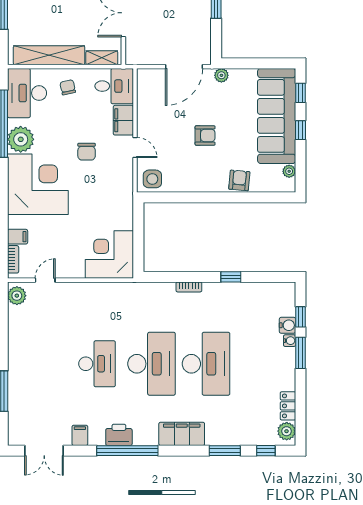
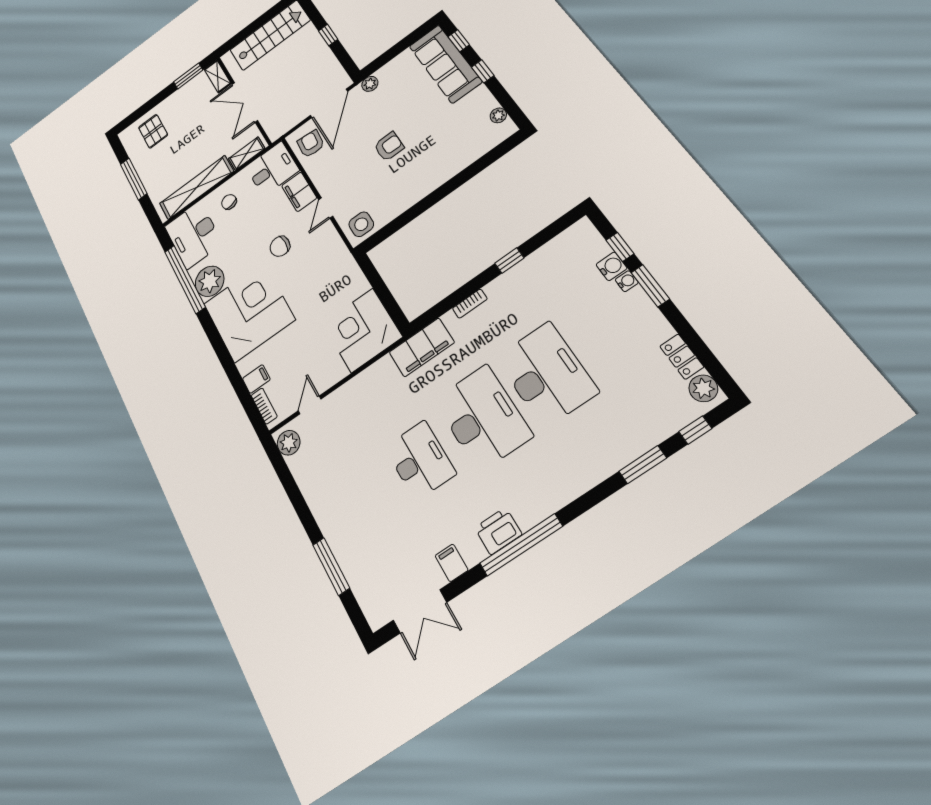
sofa: (277, 116) -> (445, 64), width x0.74, depth x0.79
door: (135, 148) -> (326, 208), swing flipped
chair: (87, 152) -> (280, 246), turned 90
armchair: (239, 180) -> (311, 144), moved
filing cabinet: (182, 434) -> (422, 347), moved, turned 180

